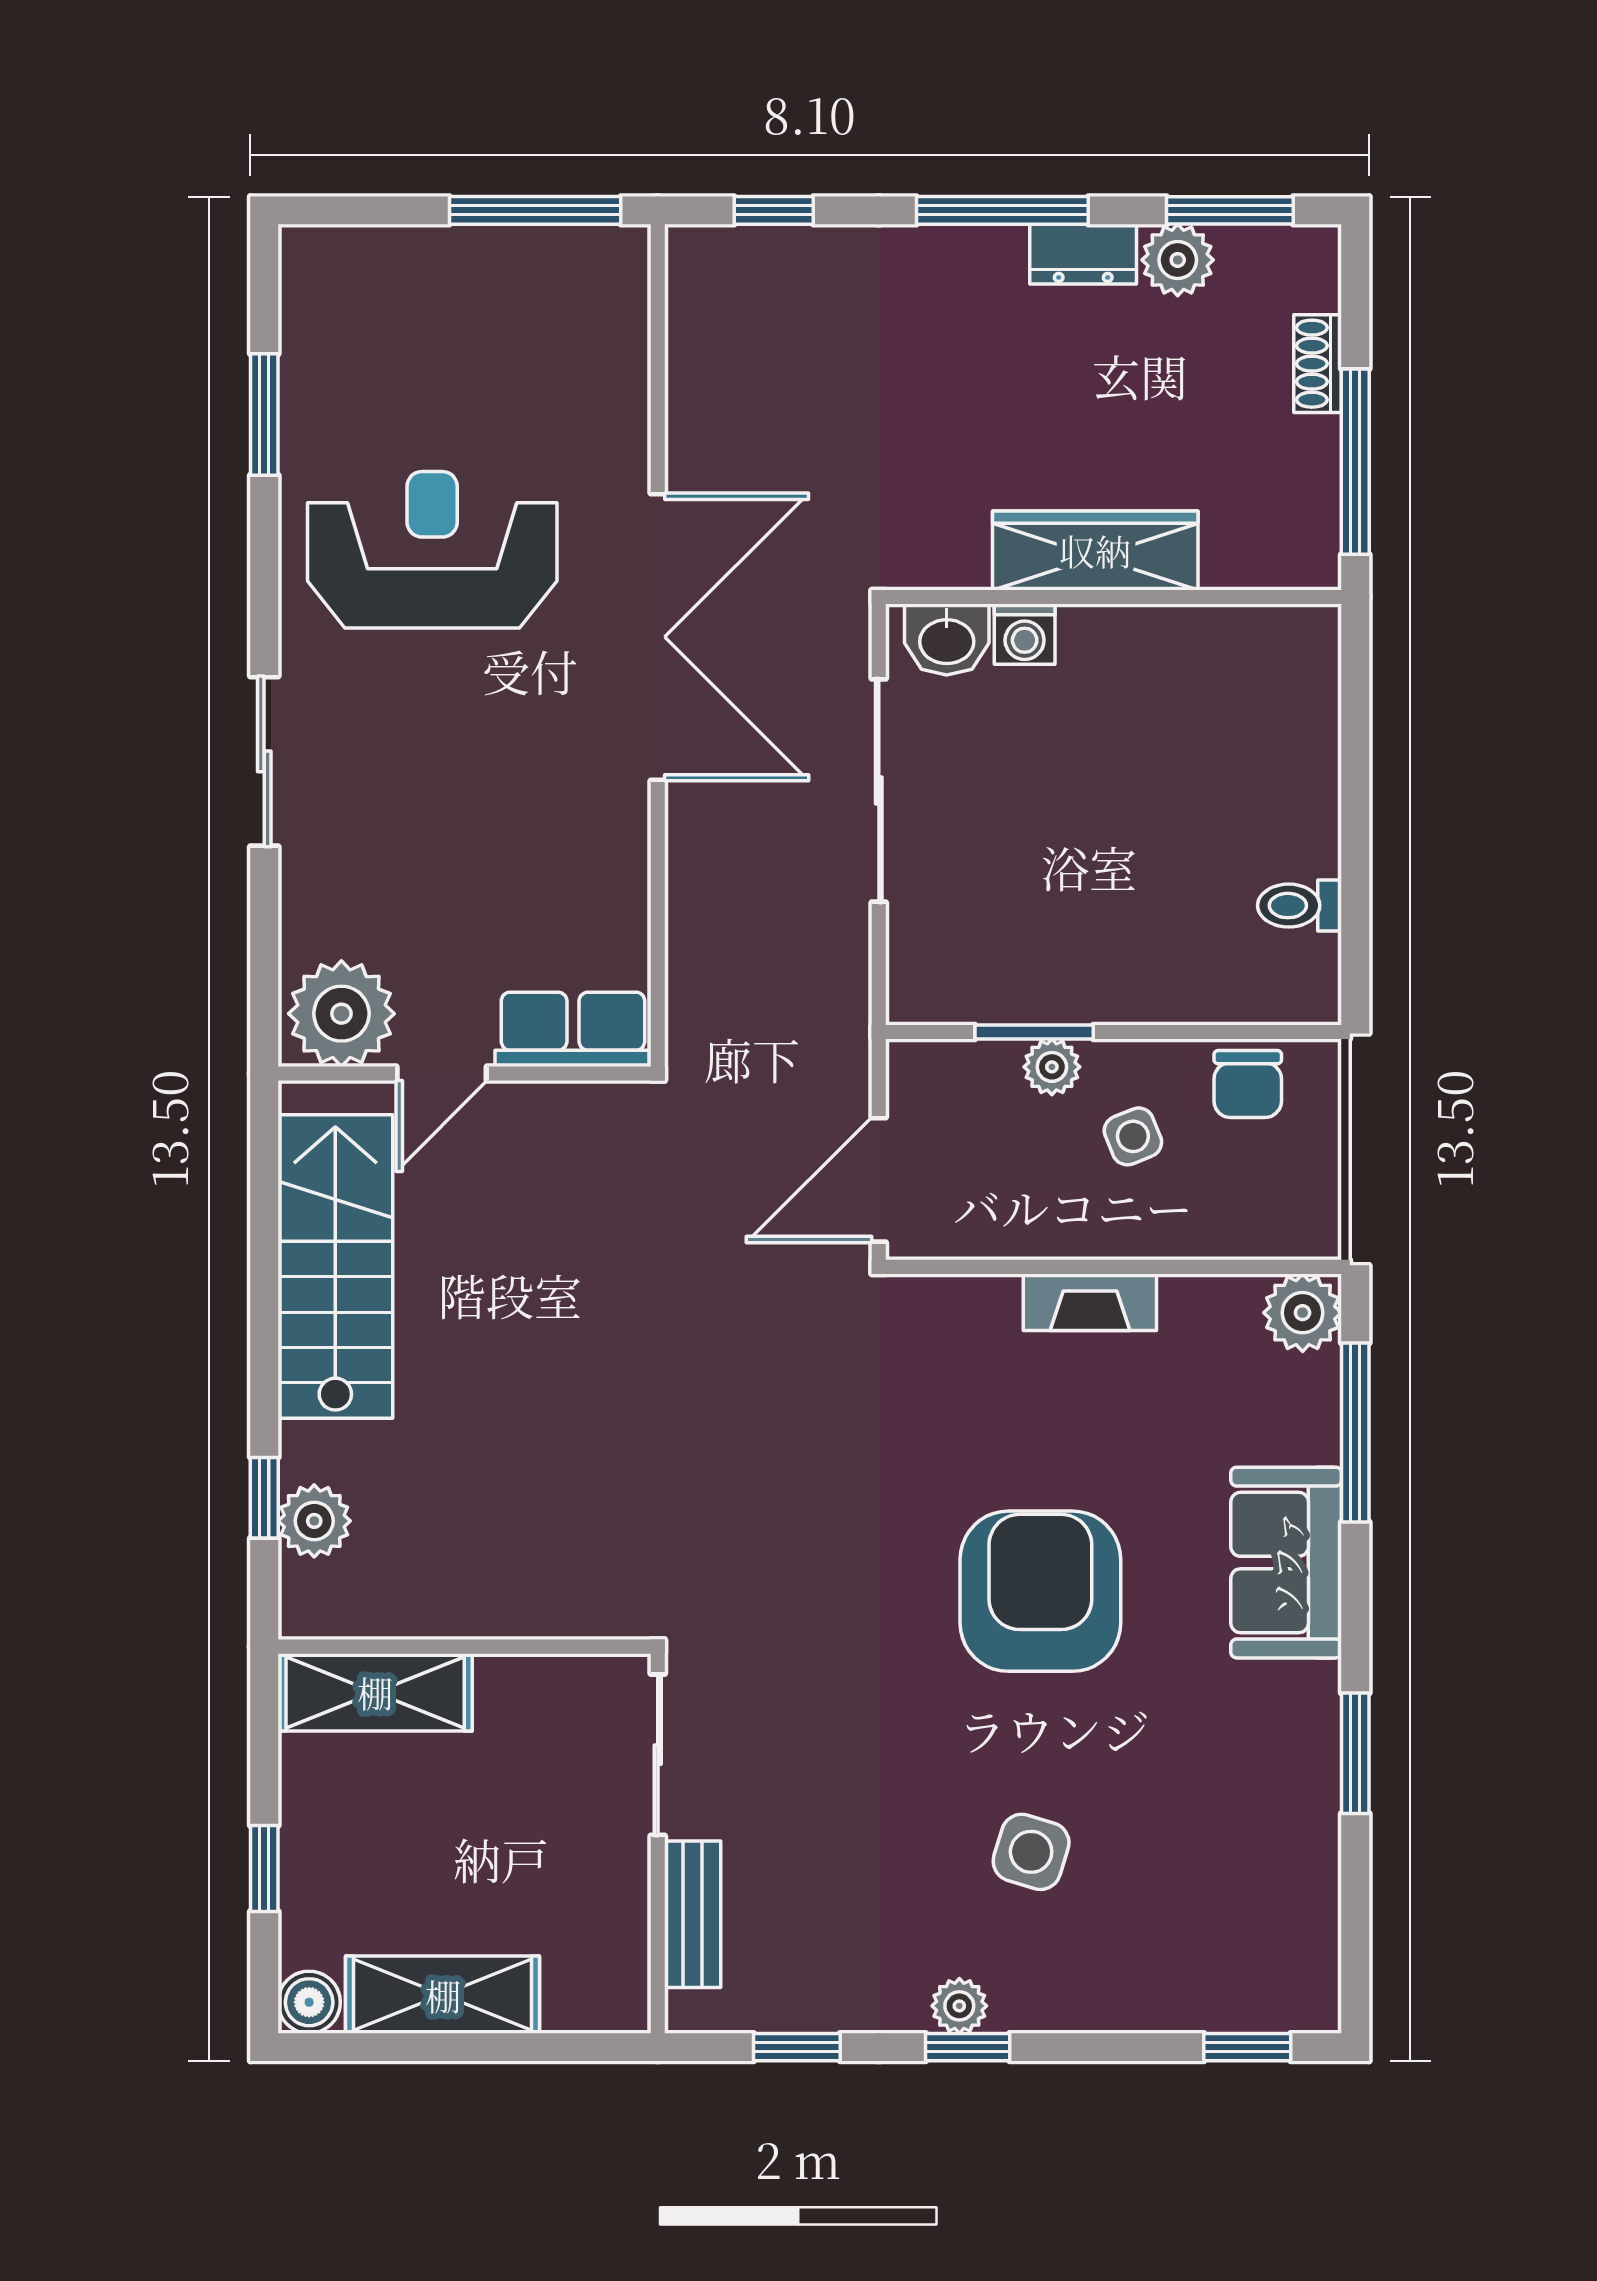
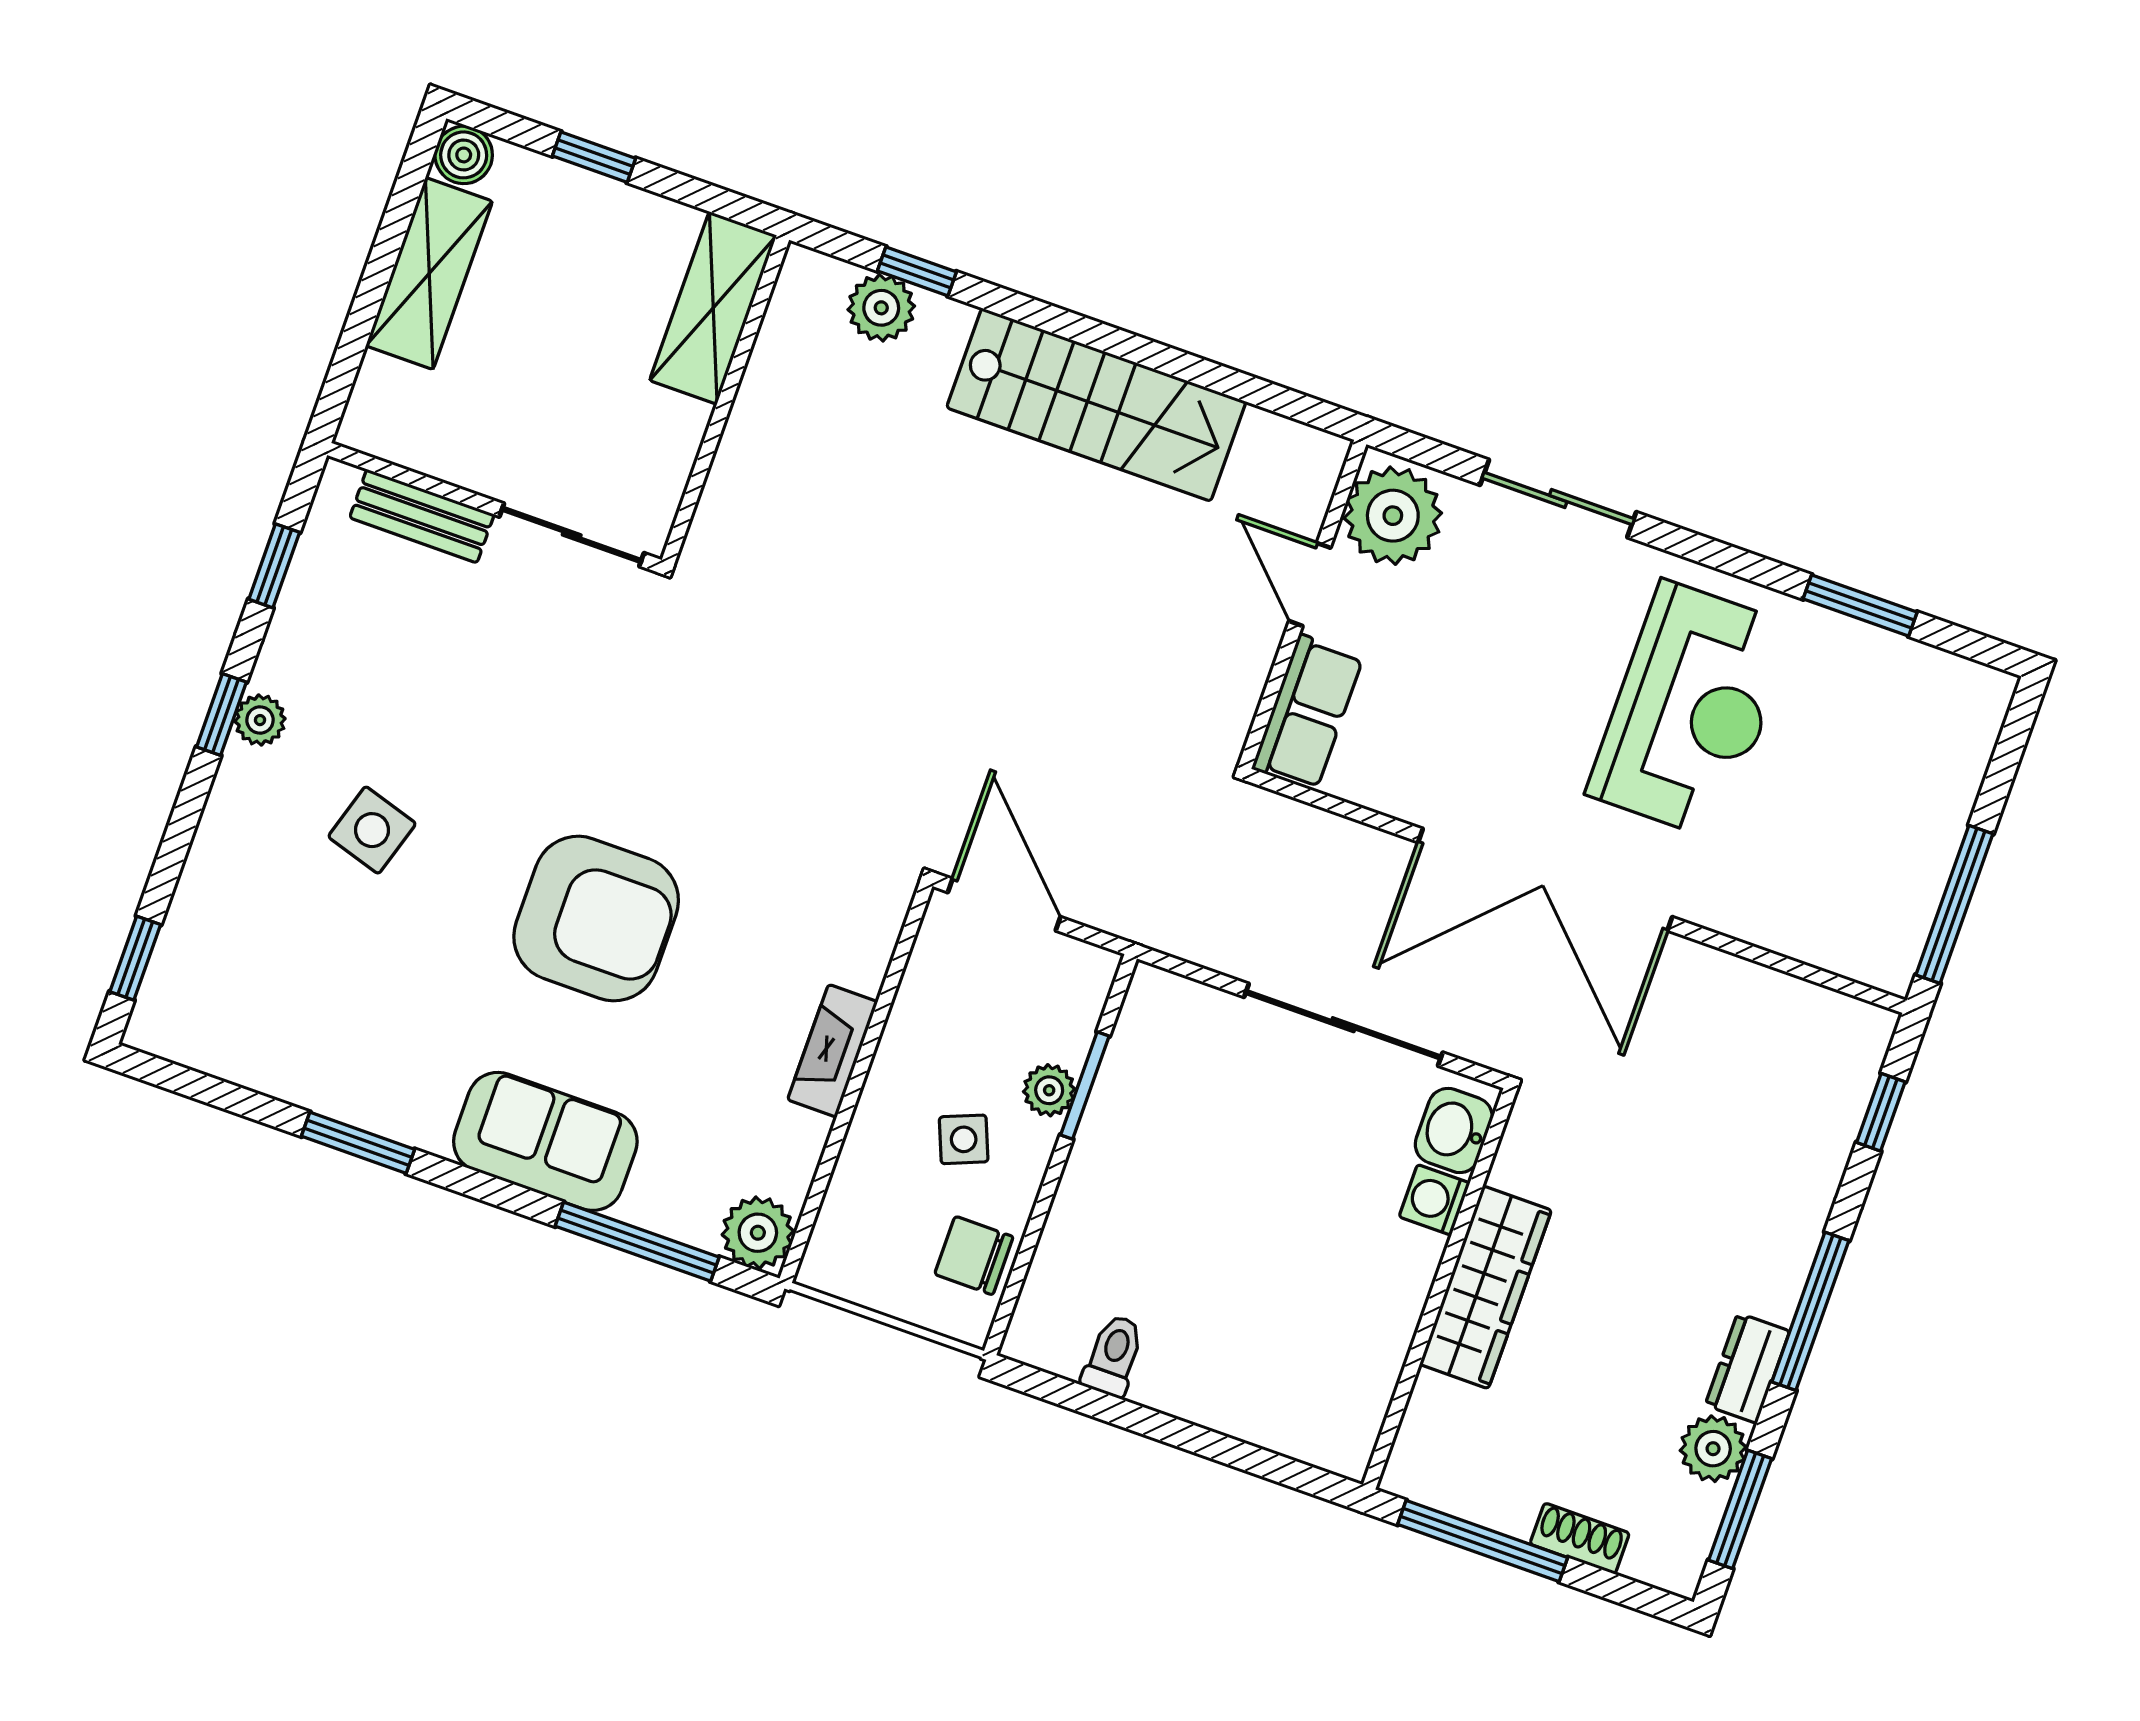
plant: (341, 1014) -> (1393, 516), moved
row of seats: (573, 1029) -> (1308, 712), moved
door: (442, 1074) -> (1310, 584), moved
wall: (464, 1074) -> (1303, 604), moved

